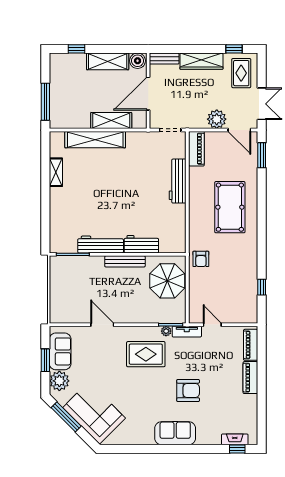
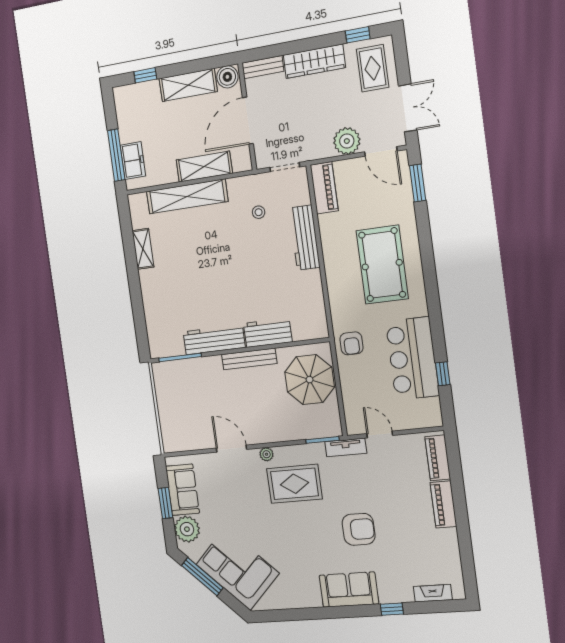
freezer: (58, 108) -> (133, 161), added
stool: (147, 159) -> (259, 212), added
bar counter: (242, 274) -> (412, 358), added
plant: (166, 331) -> (267, 454), moved
window: (237, 449) -> (392, 609), moved

